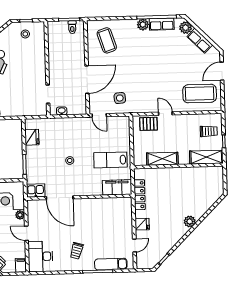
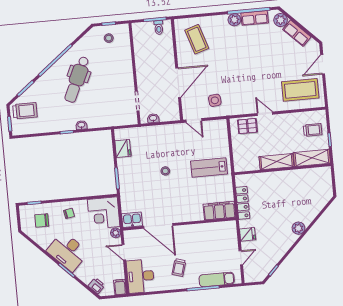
shelving: (162, 159) -> (276, 162), moved
filing cabinet: (117, 187) -> (219, 211), moved
kitchen sink: (36, 191) -> (132, 220), moved
wall: (79, 197) -> (179, 224), moved
door: (60, 198) -> (158, 226), moved

